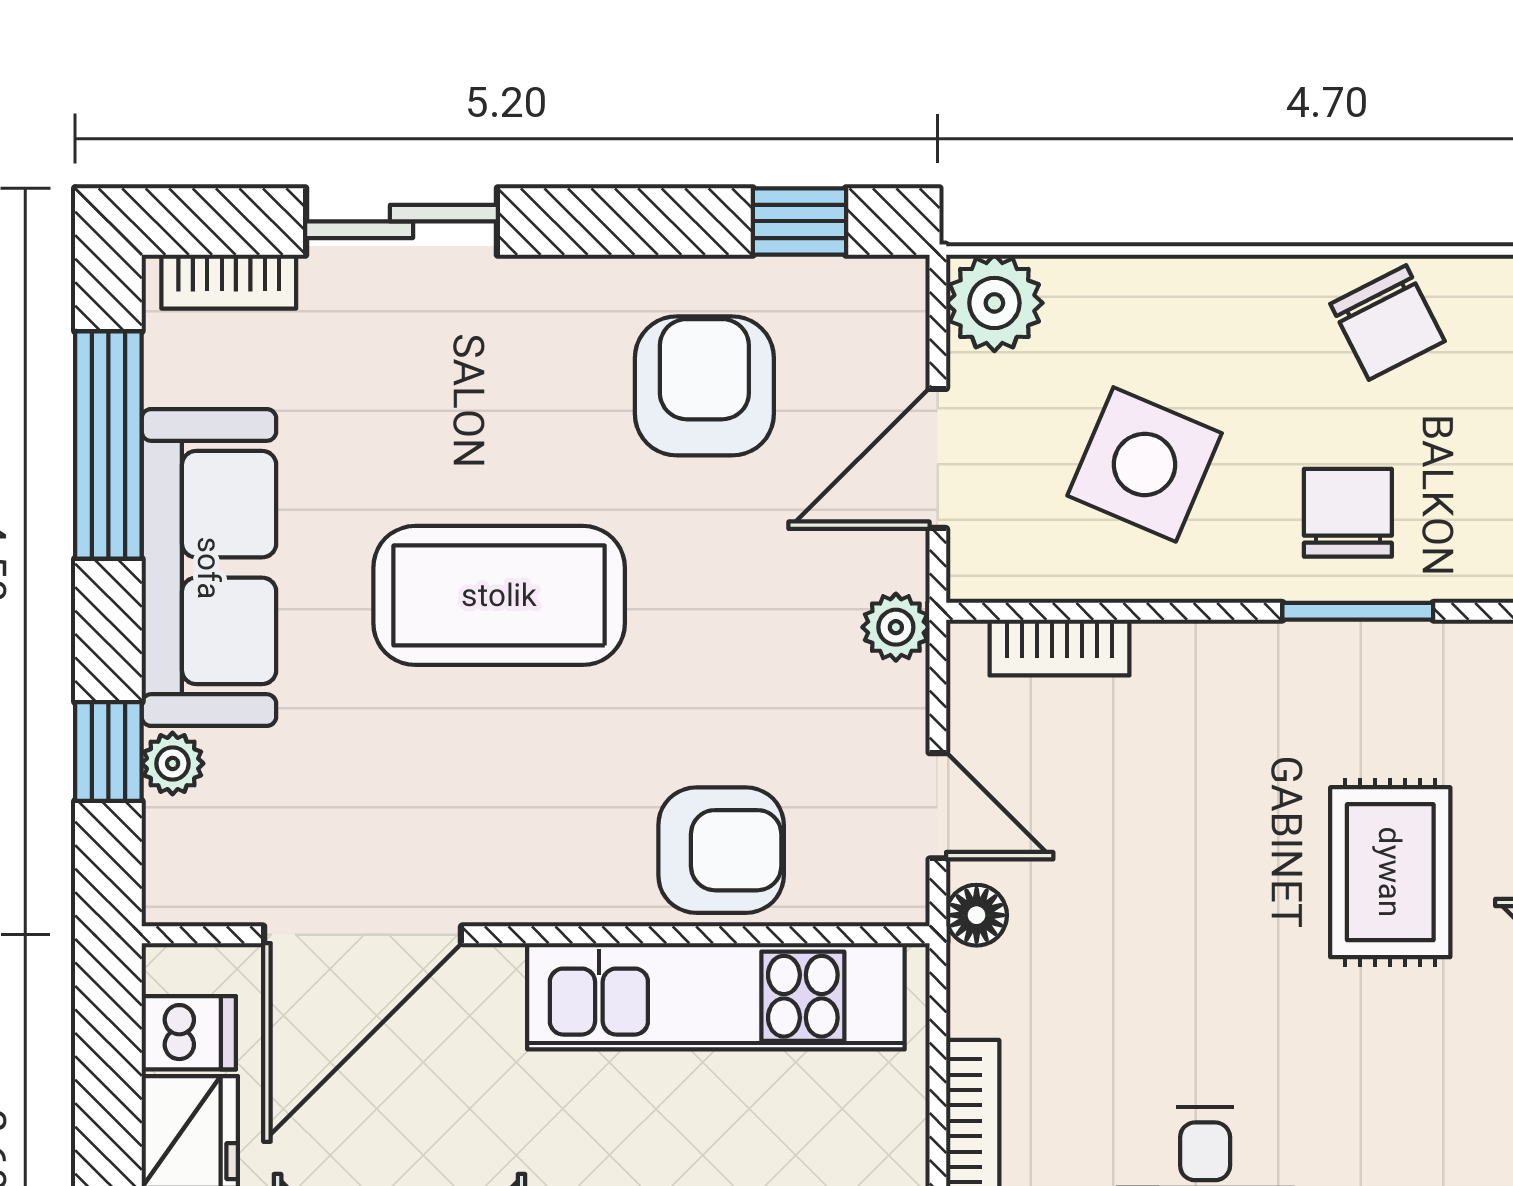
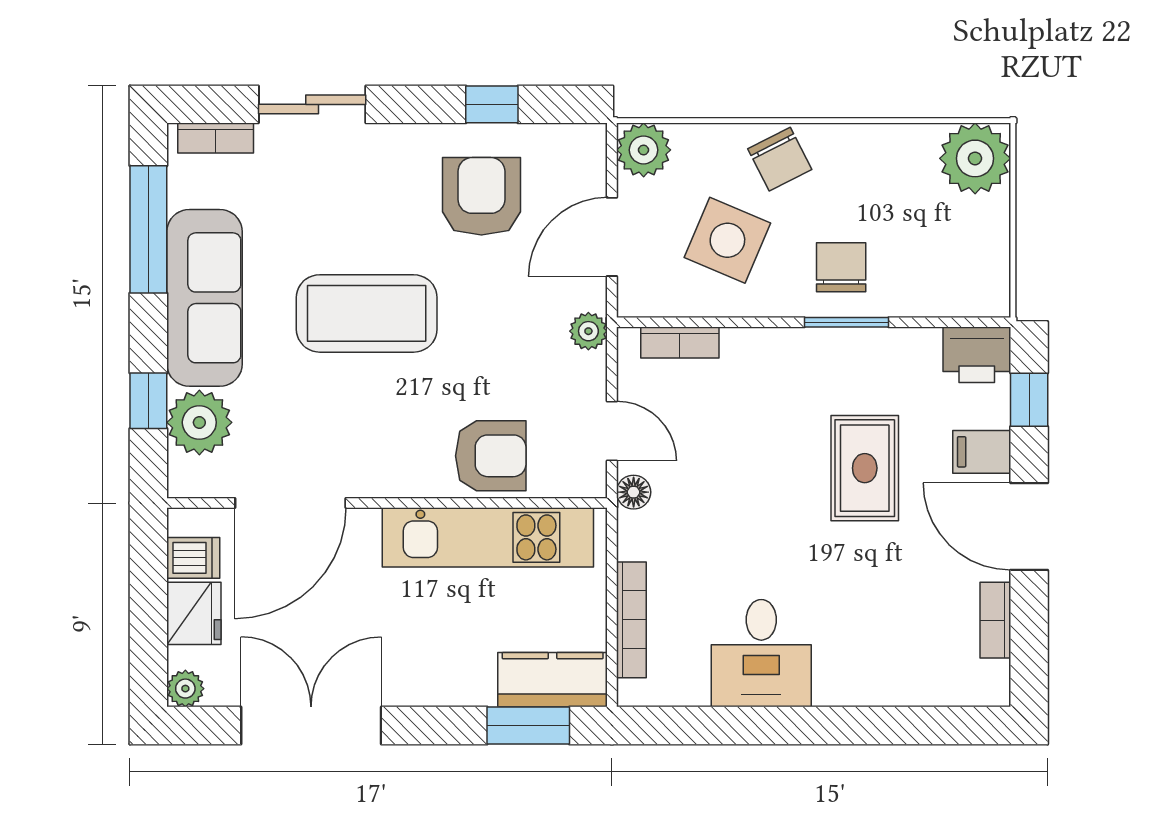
window: (799, 221) -> (492, 104), moved
chair: (1388, 322) -> (780, 159), moved
plant: (173, 763) -> (199, 422), width x1.88, depth x1.88

